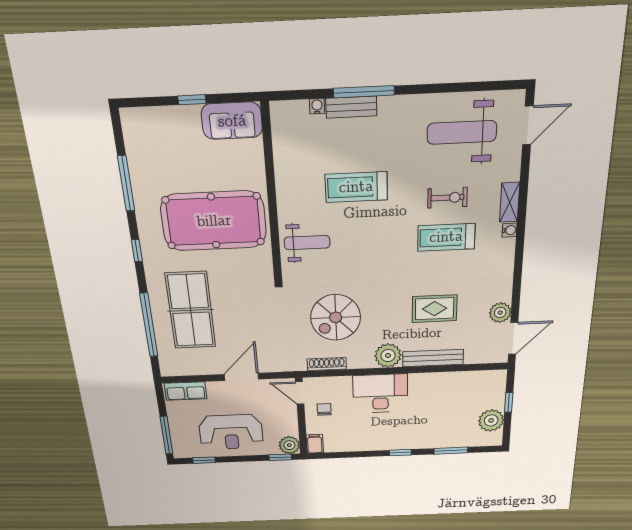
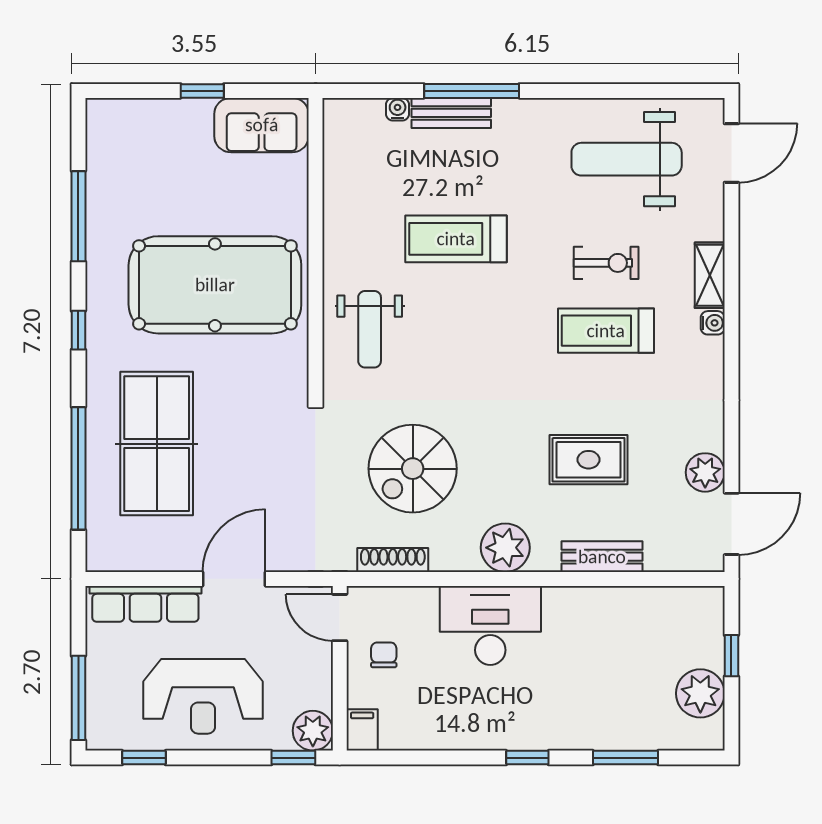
weight bench: (307, 243) -> (370, 329), turned 90
bench: (433, 358) -> (602, 557), width x0.73
row of seats: (186, 391) -> (145, 604), width x1.48

